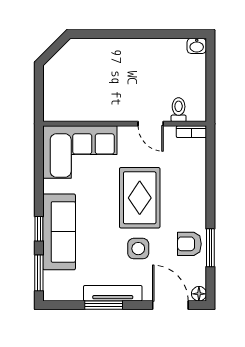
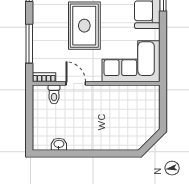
washbasin: (197, 46) -> (59, 144), moved
window: (210, 175) -> (29, 44), added

